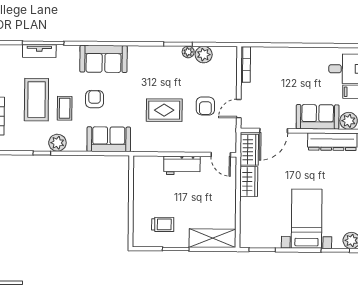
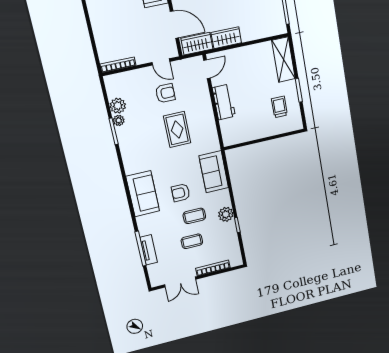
coffee table: (36, 100) -> (192, 241), width x0.54, depth x0.58

